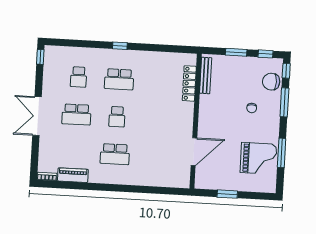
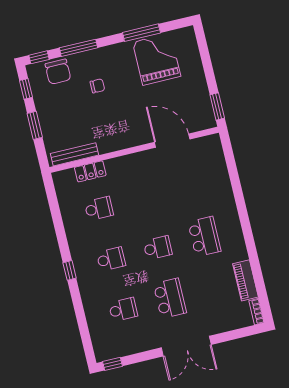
school desk: (119, 79) -> (111, 259), width x0.54
school desk: (160, 82) -> (99, 208), added
locker: (189, 83) -> (90, 171), width x0.66
window: (227, 194) -> (217, 106), moved

